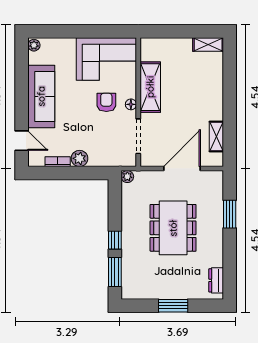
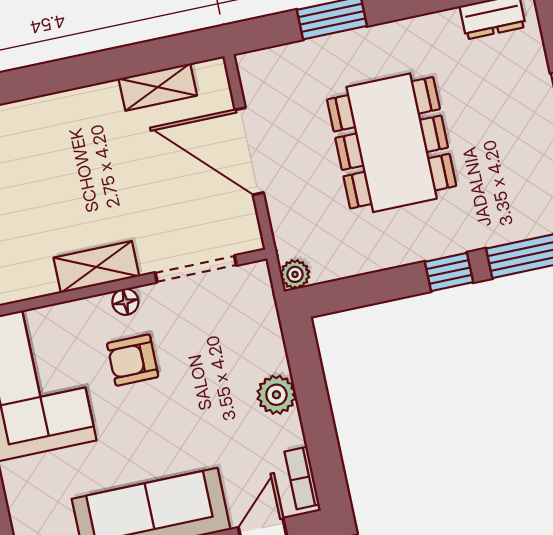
shelving: (150, 87) -> (96, 267), width x0.67, depth x0.75
bookcase: (58, 162) -> (302, 478), moved
dining table: (173, 228) -> (392, 143), turned 90

